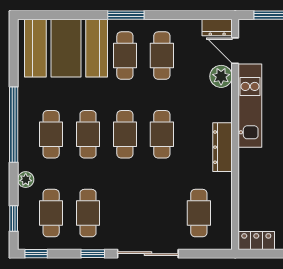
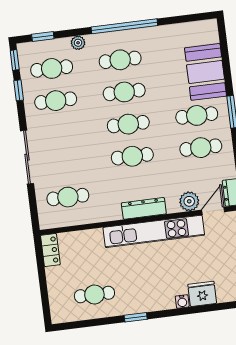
booth: (66, 48) -> (206, 72), width x0.73, depth x0.70
kitchen unit: (250, 106) -> (154, 231), width x1.36
dresser: (223, 147) -> (144, 208), moved
window: (93, 254) -> (19, 90), moved

